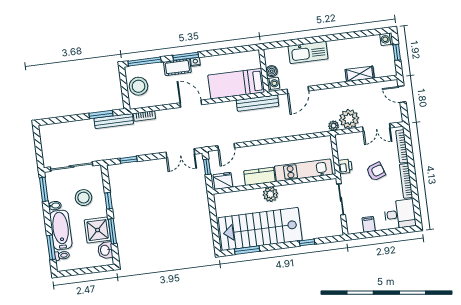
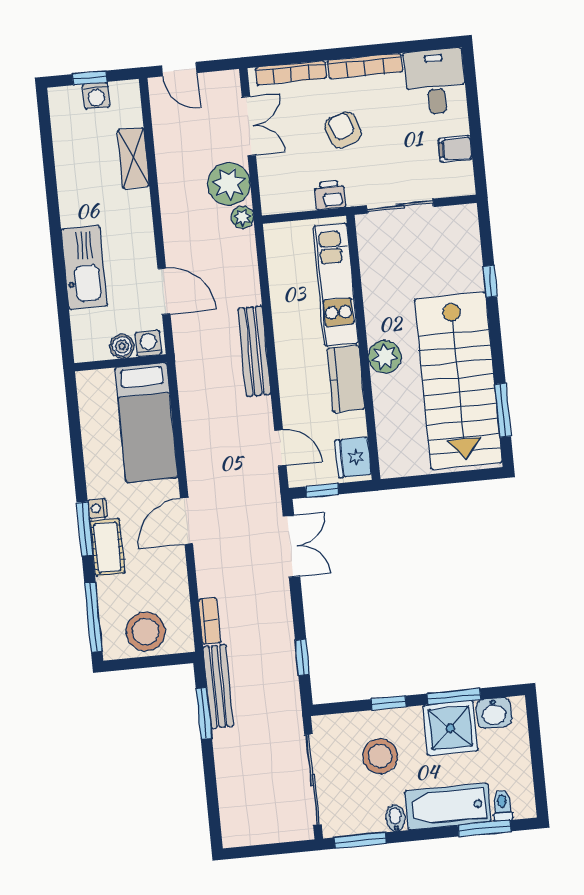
washing machine: (386, 39) -> (96, 96), moved
door: (402, 94) -> (179, 69), hinge flipped
bench: (258, 103) -> (254, 351), moved

